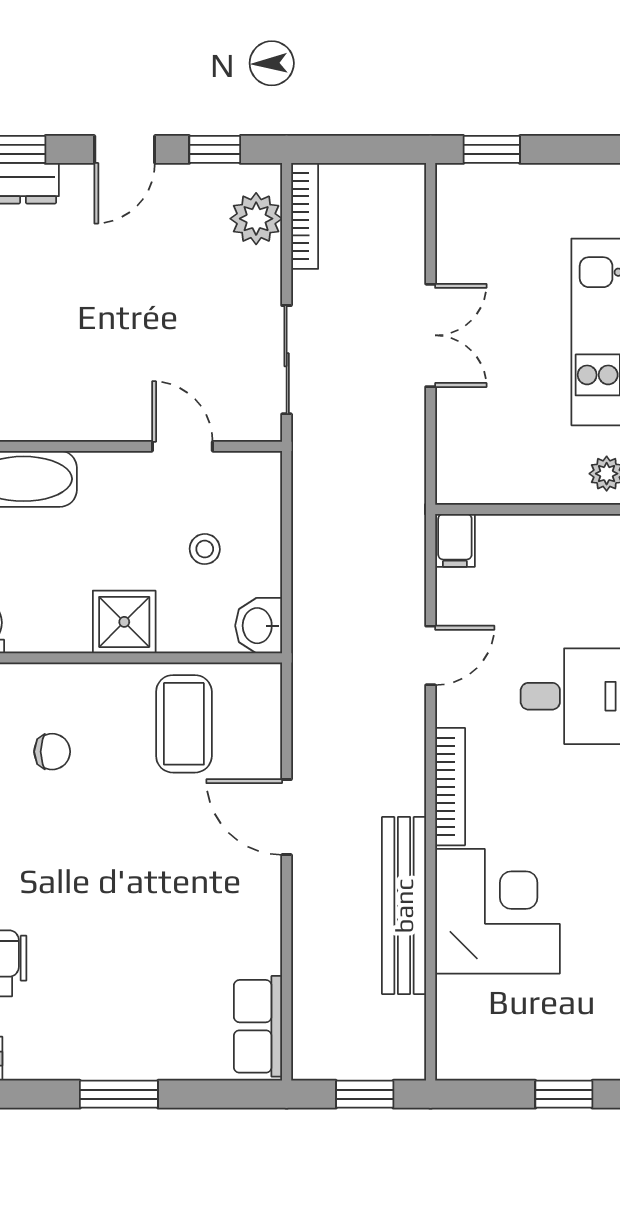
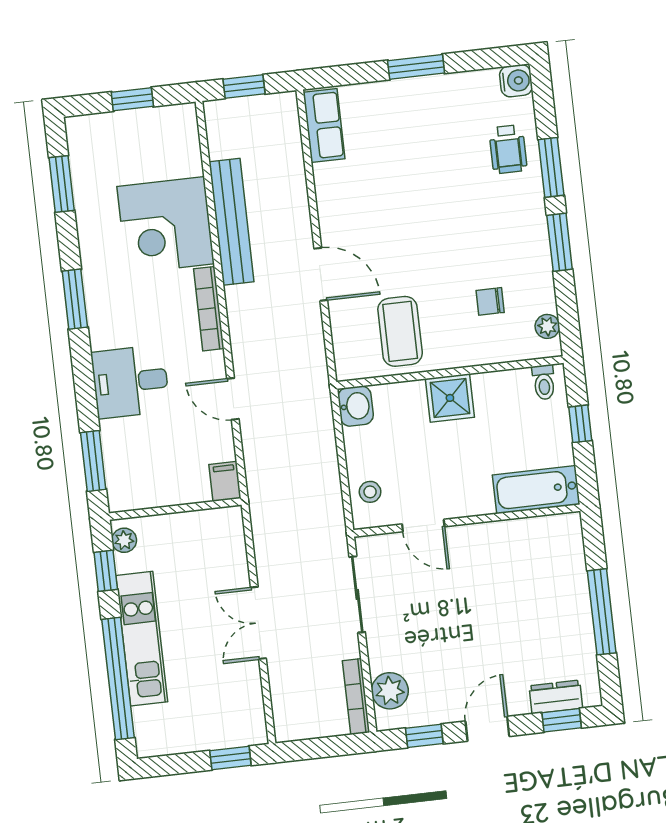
stool: (205, 549) -> (370, 492), moved
door: (431, 655) -> (233, 399), hinge flipped
window: (564, 1094) -> (132, 99), moved

